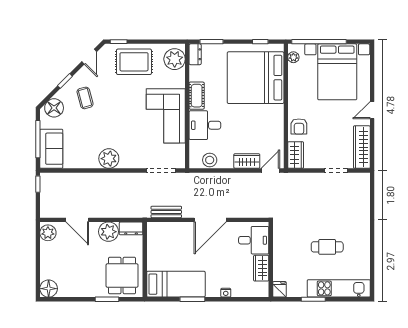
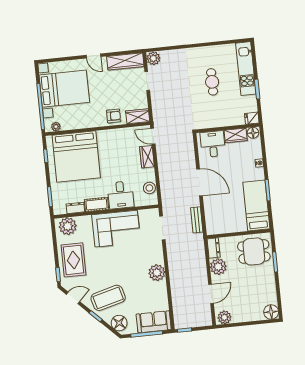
dresser: (195, 54) -> (75, 208), moved
coffee table: (85, 98) -> (108, 298), width x1.86, depth x1.72
plant: (362, 181) -> (153, 58), added
floor lamp: (262, 289) -> (253, 133), added

